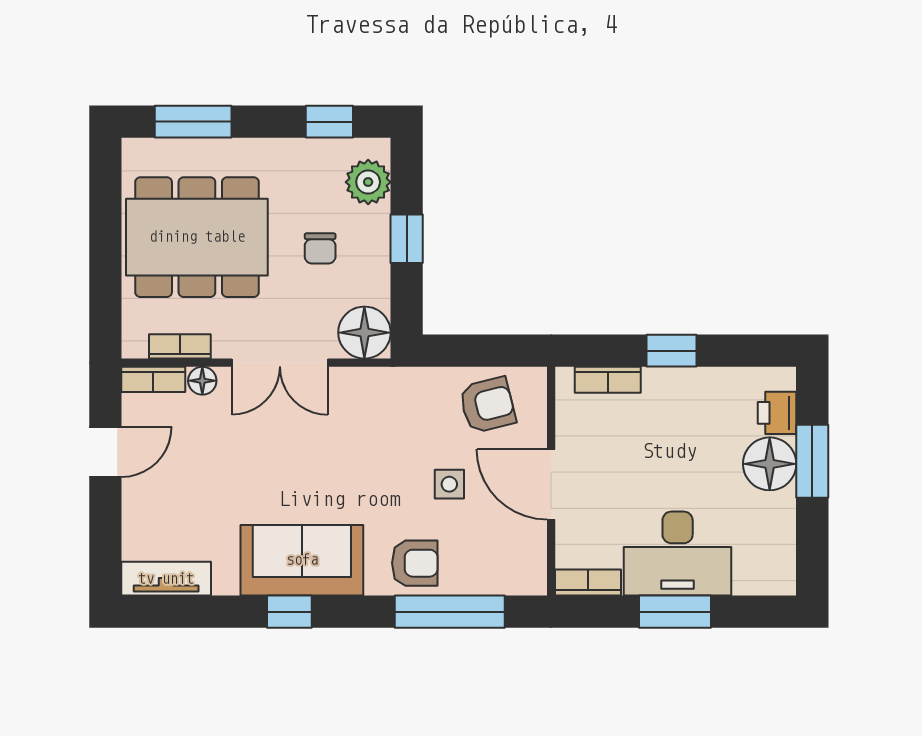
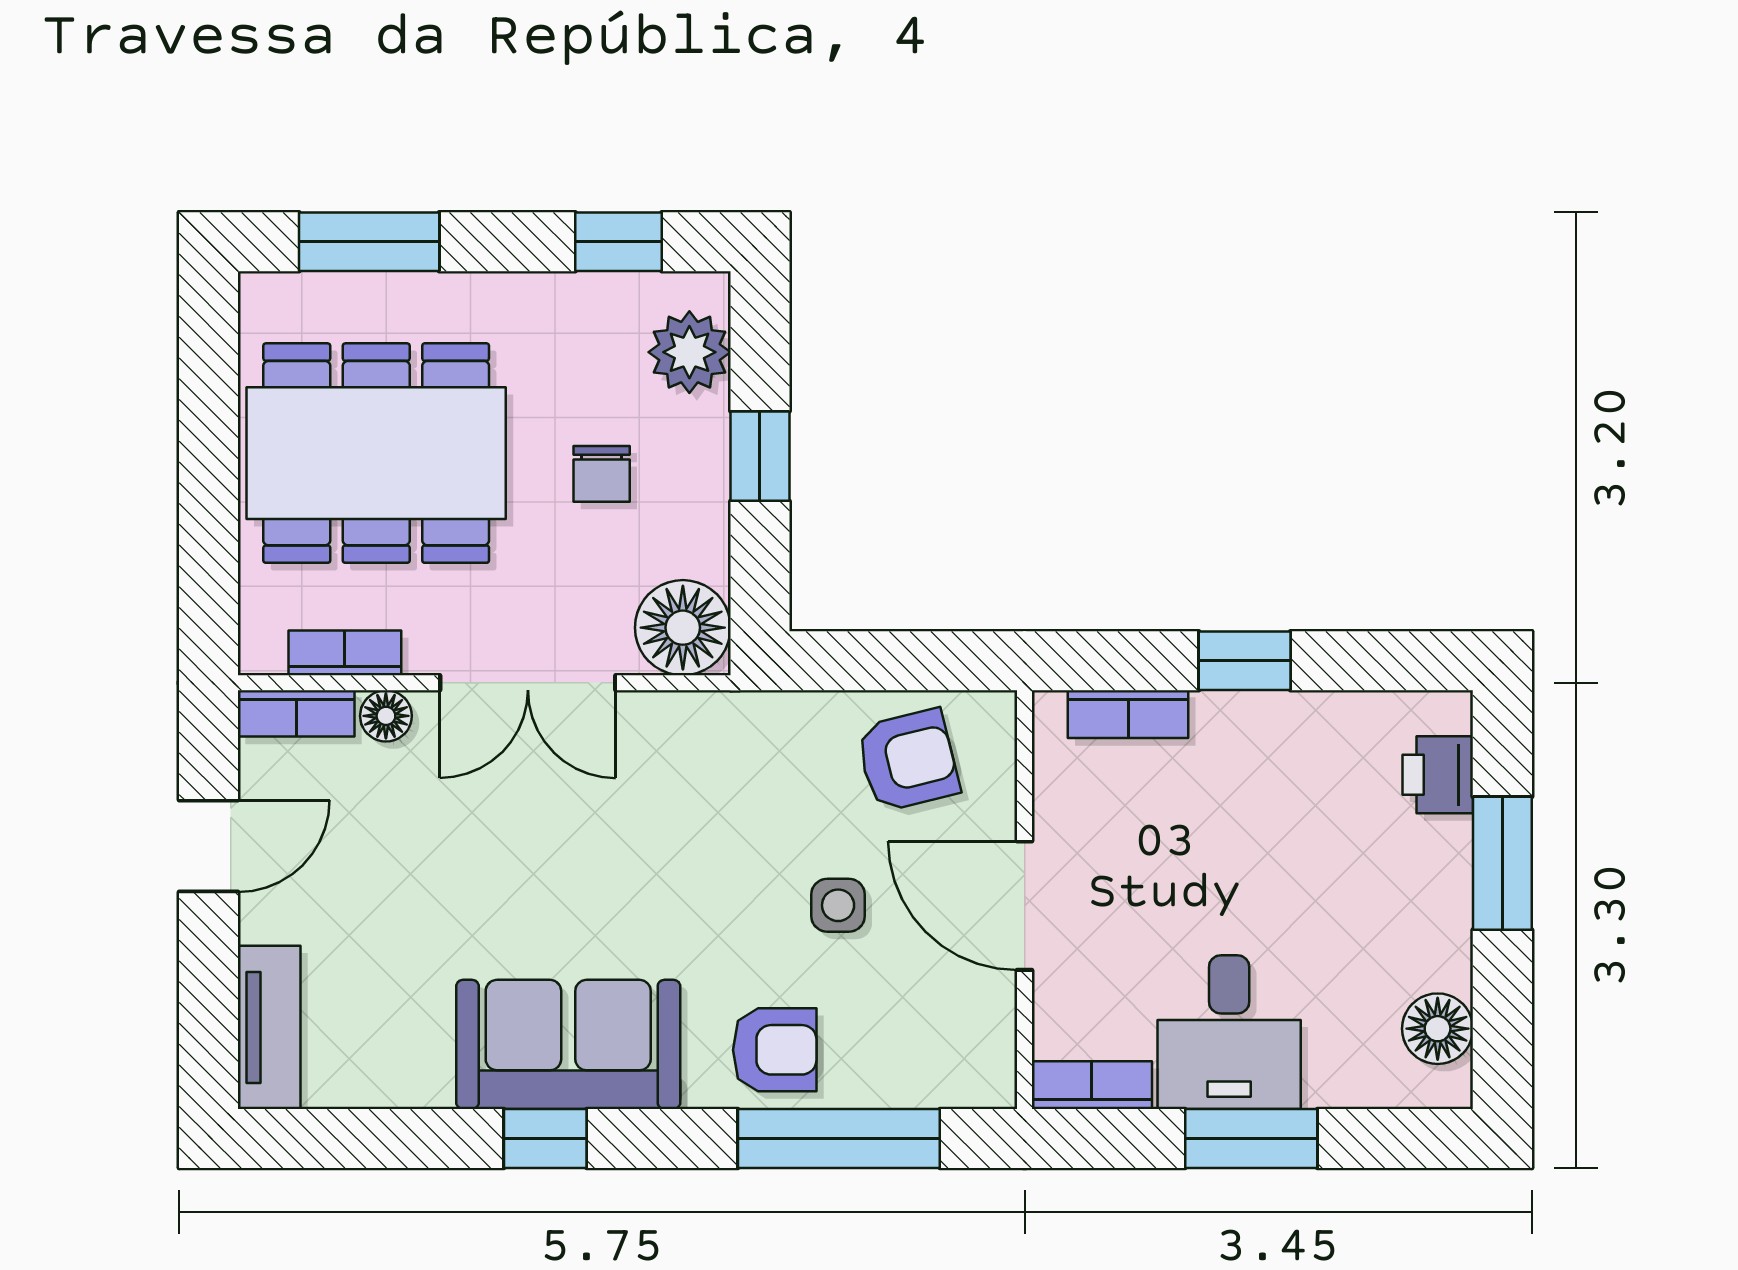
floor lamp: (770, 464) -> (1438, 1029), moved, width x0.73, depth x0.73
desk: (678, 554) -> (1229, 1032), width x0.73
tv unit: (166, 579) -> (269, 1027), moved, turned 90

